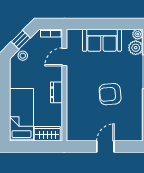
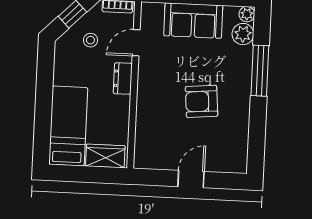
stool: (23, 56) -> (90, 40), moved
dresser: (57, 92) -> (123, 79), moved

